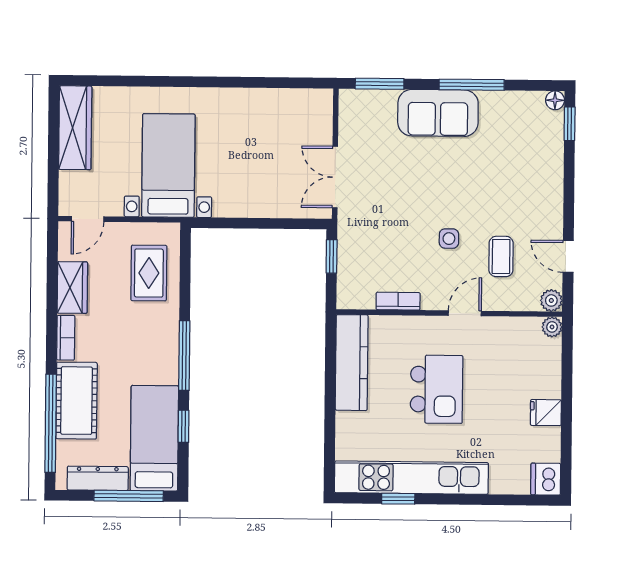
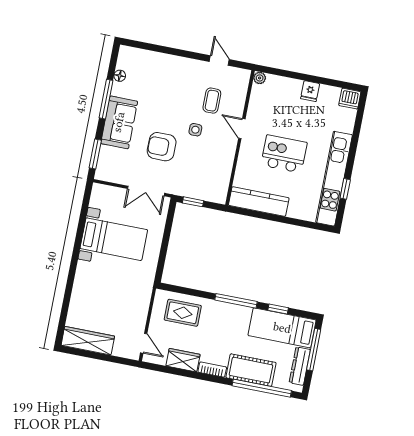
floor lamp: (555, 100) -> (120, 76), moved
window: (570, 124) -> (140, 45), removed
bed with nightstands: (168, 165) -> (114, 239), moved, turned 180
armchair: (411, 189) -> (162, 147), added
coffee table: (501, 256) -> (212, 101), turned 90
door: (568, 256) -> (219, 60), swing flipped
plant: (551, 300) -> (244, 75), removed
bookcase: (398, 301) -> (227, 167), removed

